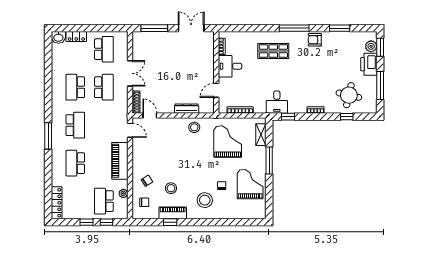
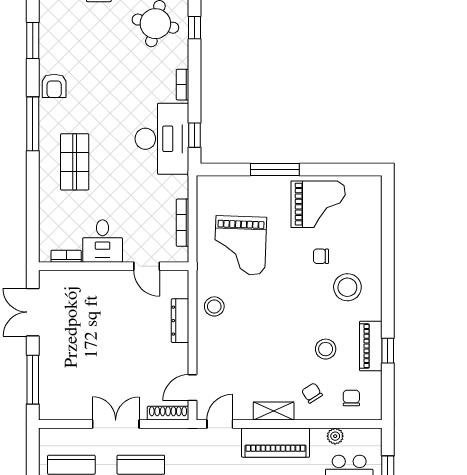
desk: (277, 102) -> (162, 139), width x1.87, depth x1.30
shelving: (261, 135) -> (274, 411), moved
grand piano: (228, 142) -> (240, 245), turned -88
grand piano: (250, 184) -> (318, 204), turned 180

